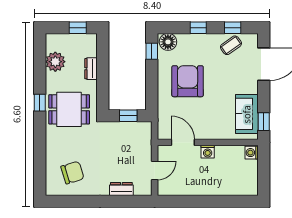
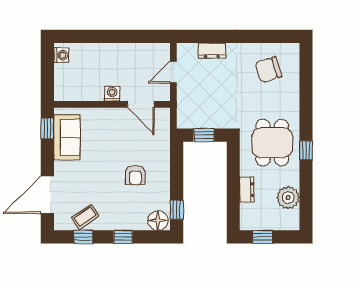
armchair: (188, 81) -> (135, 175), width x0.53, depth x0.53
dining table: (69, 109) -> (272, 143), turned 90
washing machine: (252, 153) -> (61, 55), moved

